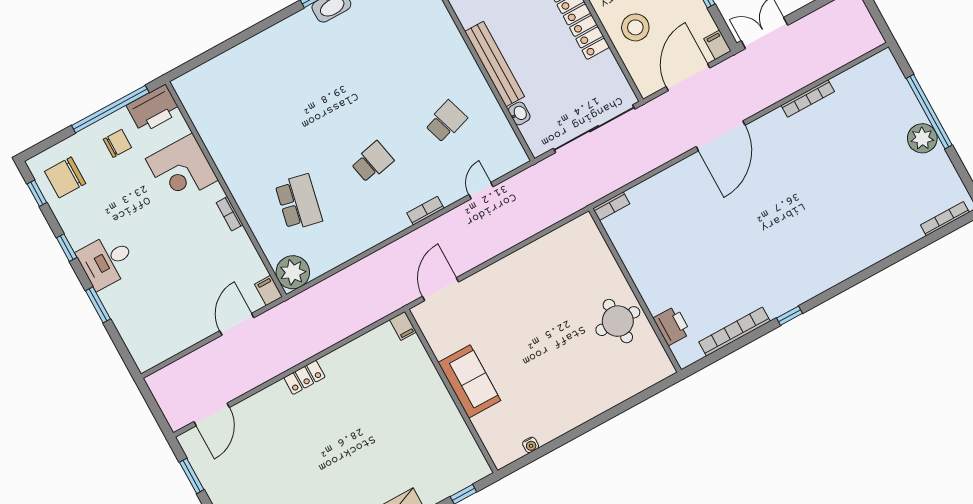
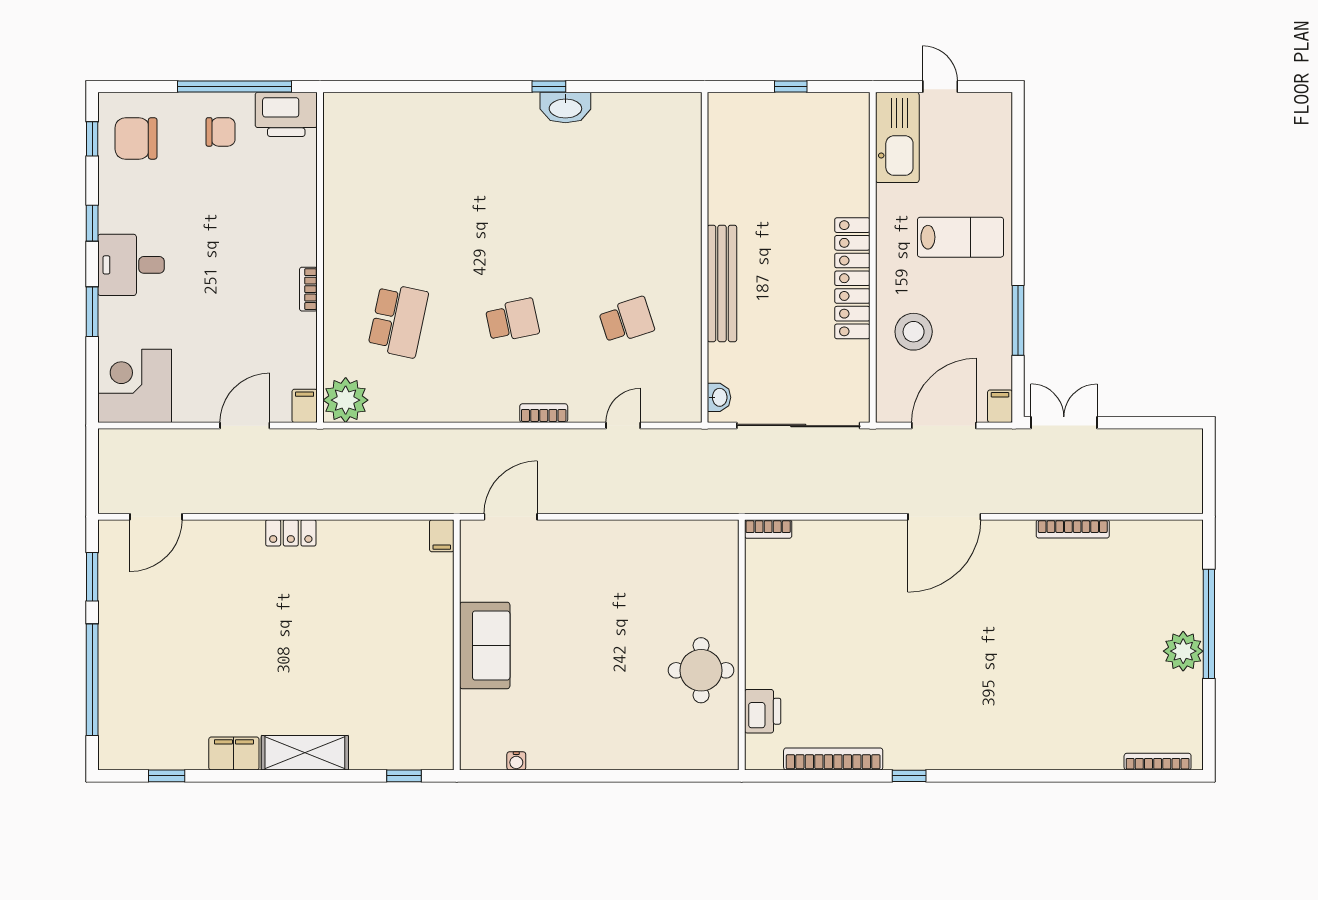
washbasin: (519, 113) -> (719, 397), moved
corner desk: (182, 169) -> (135, 386), moved, turned 90

